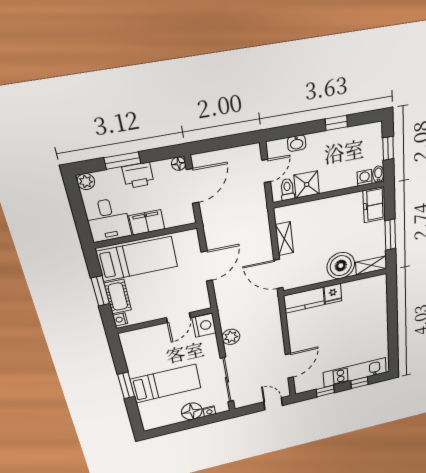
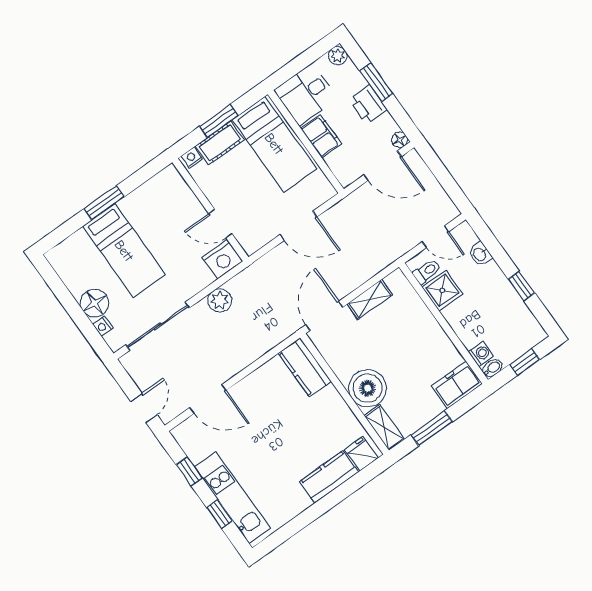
fridge: (333, 294) -> (361, 454), moved, turned 90
kitchen counter: (379, 312) -> (329, 477), added

